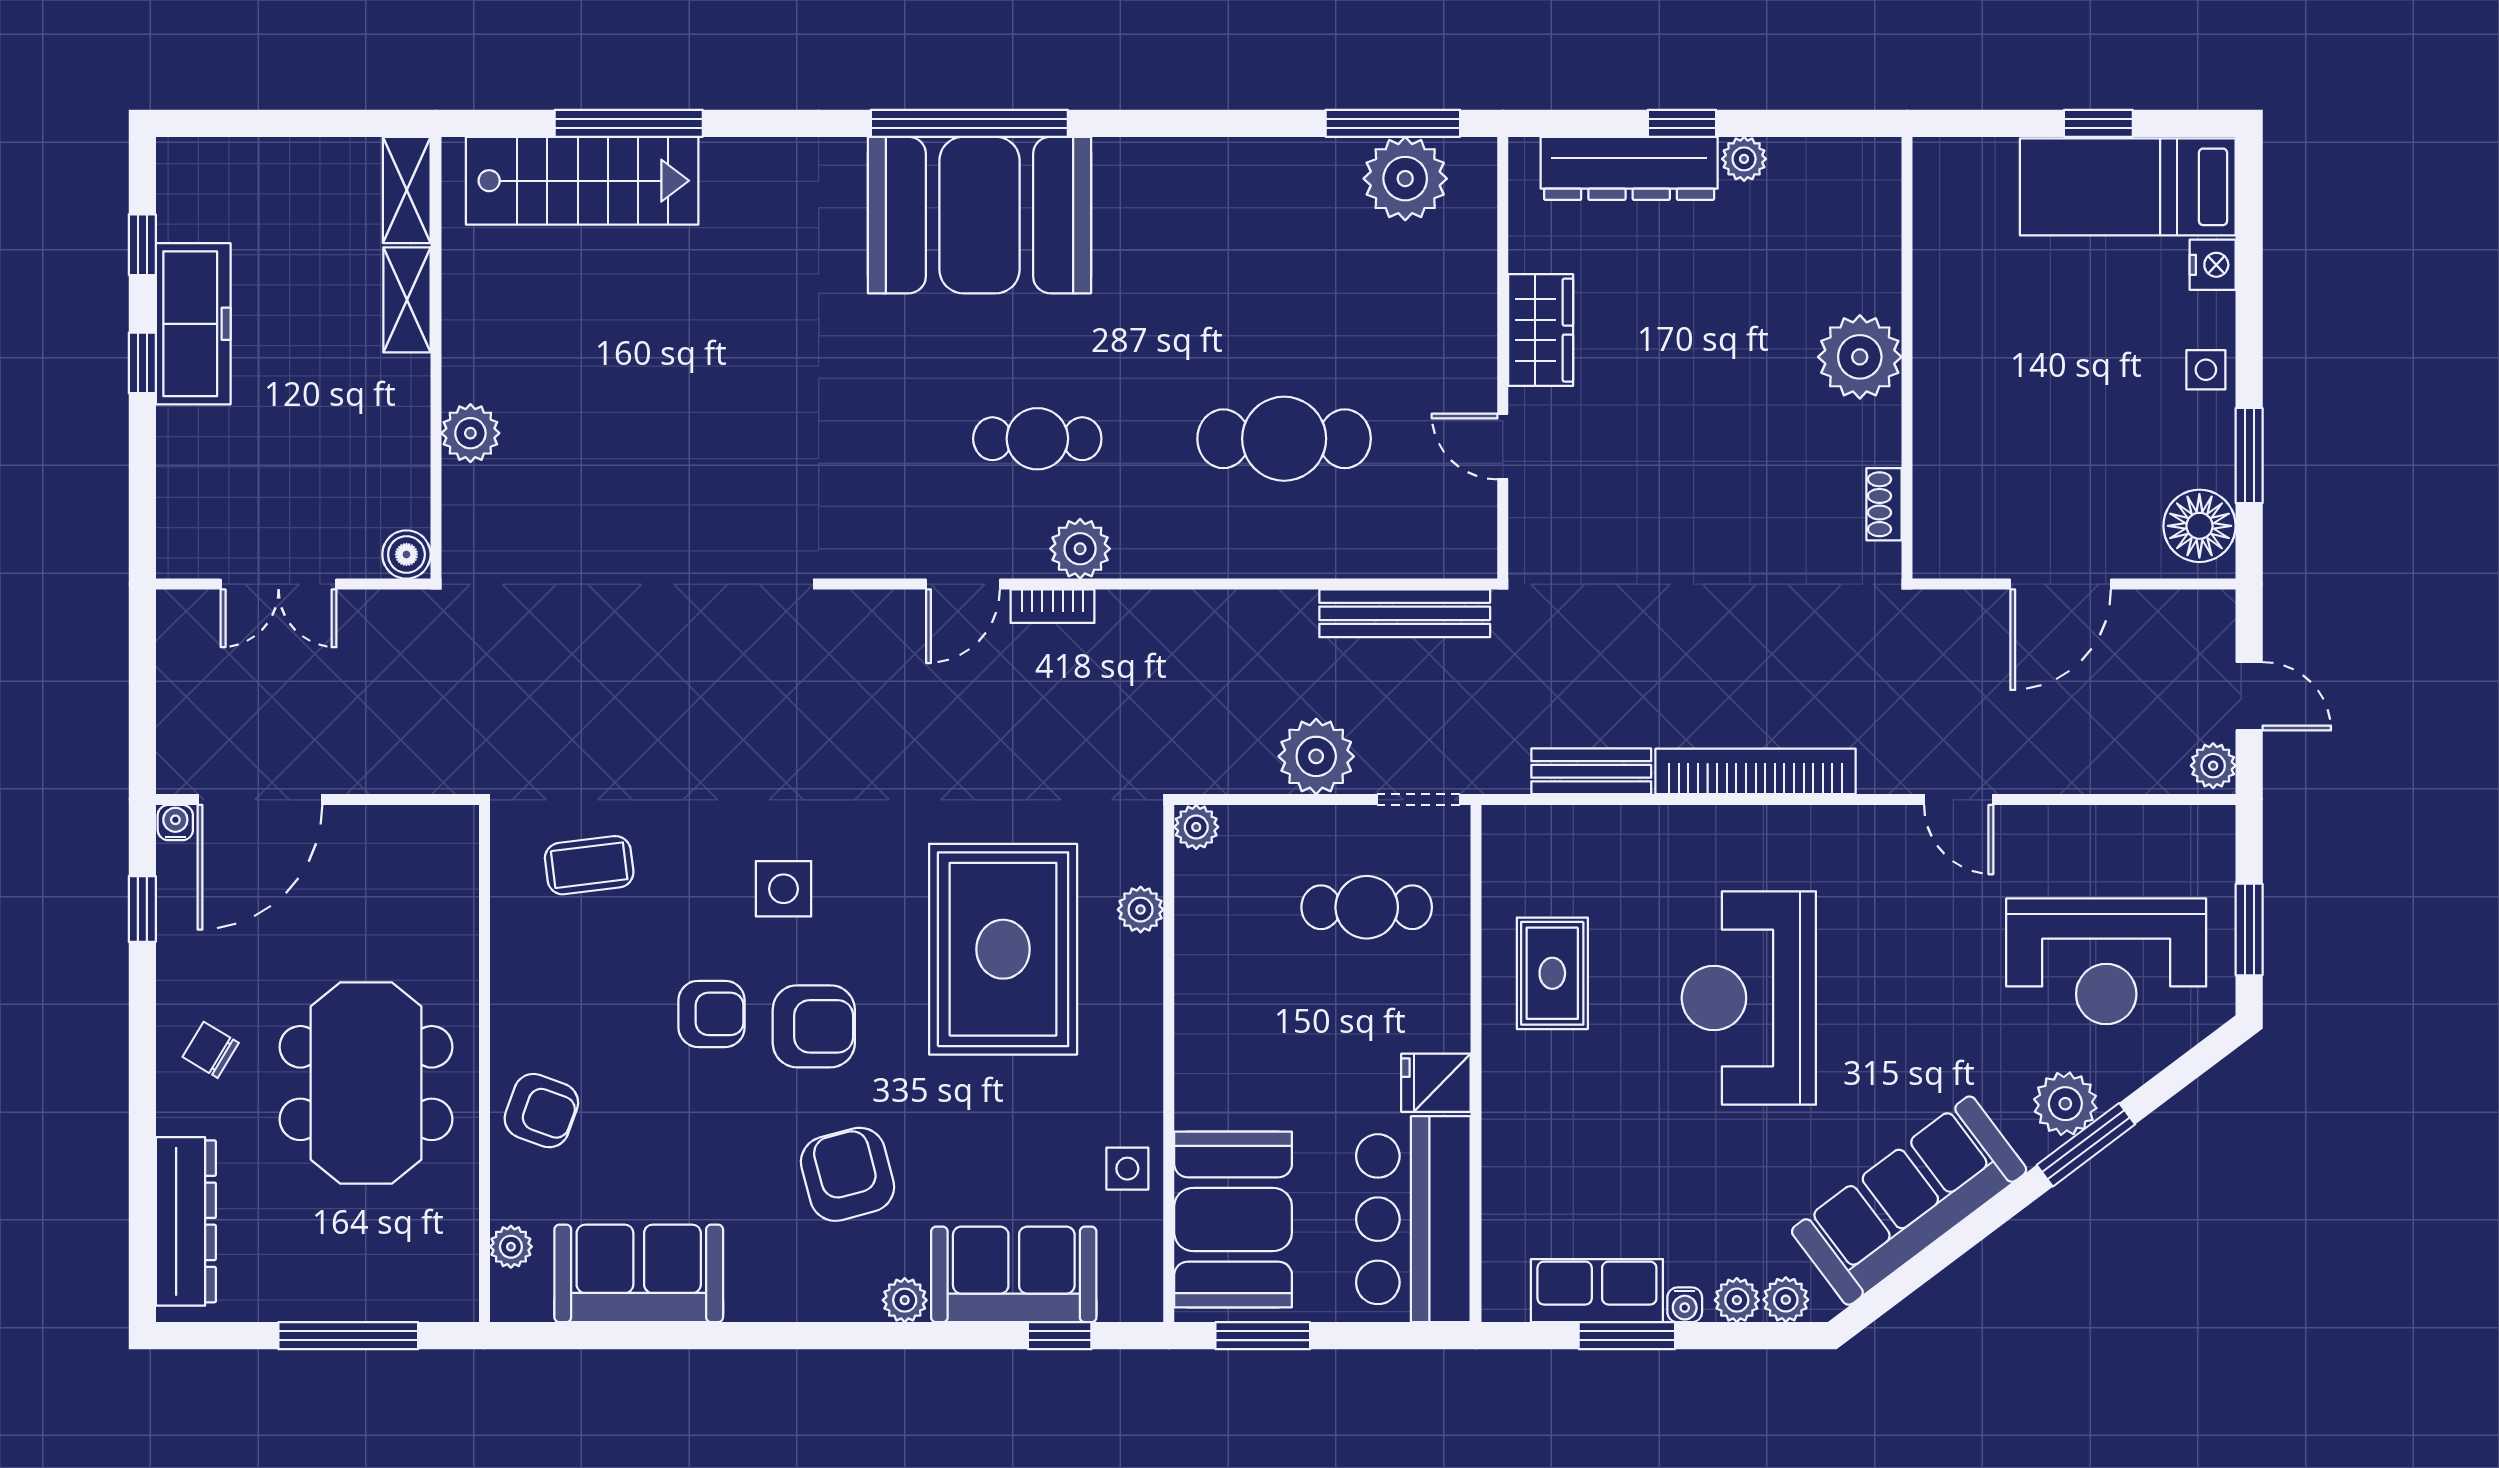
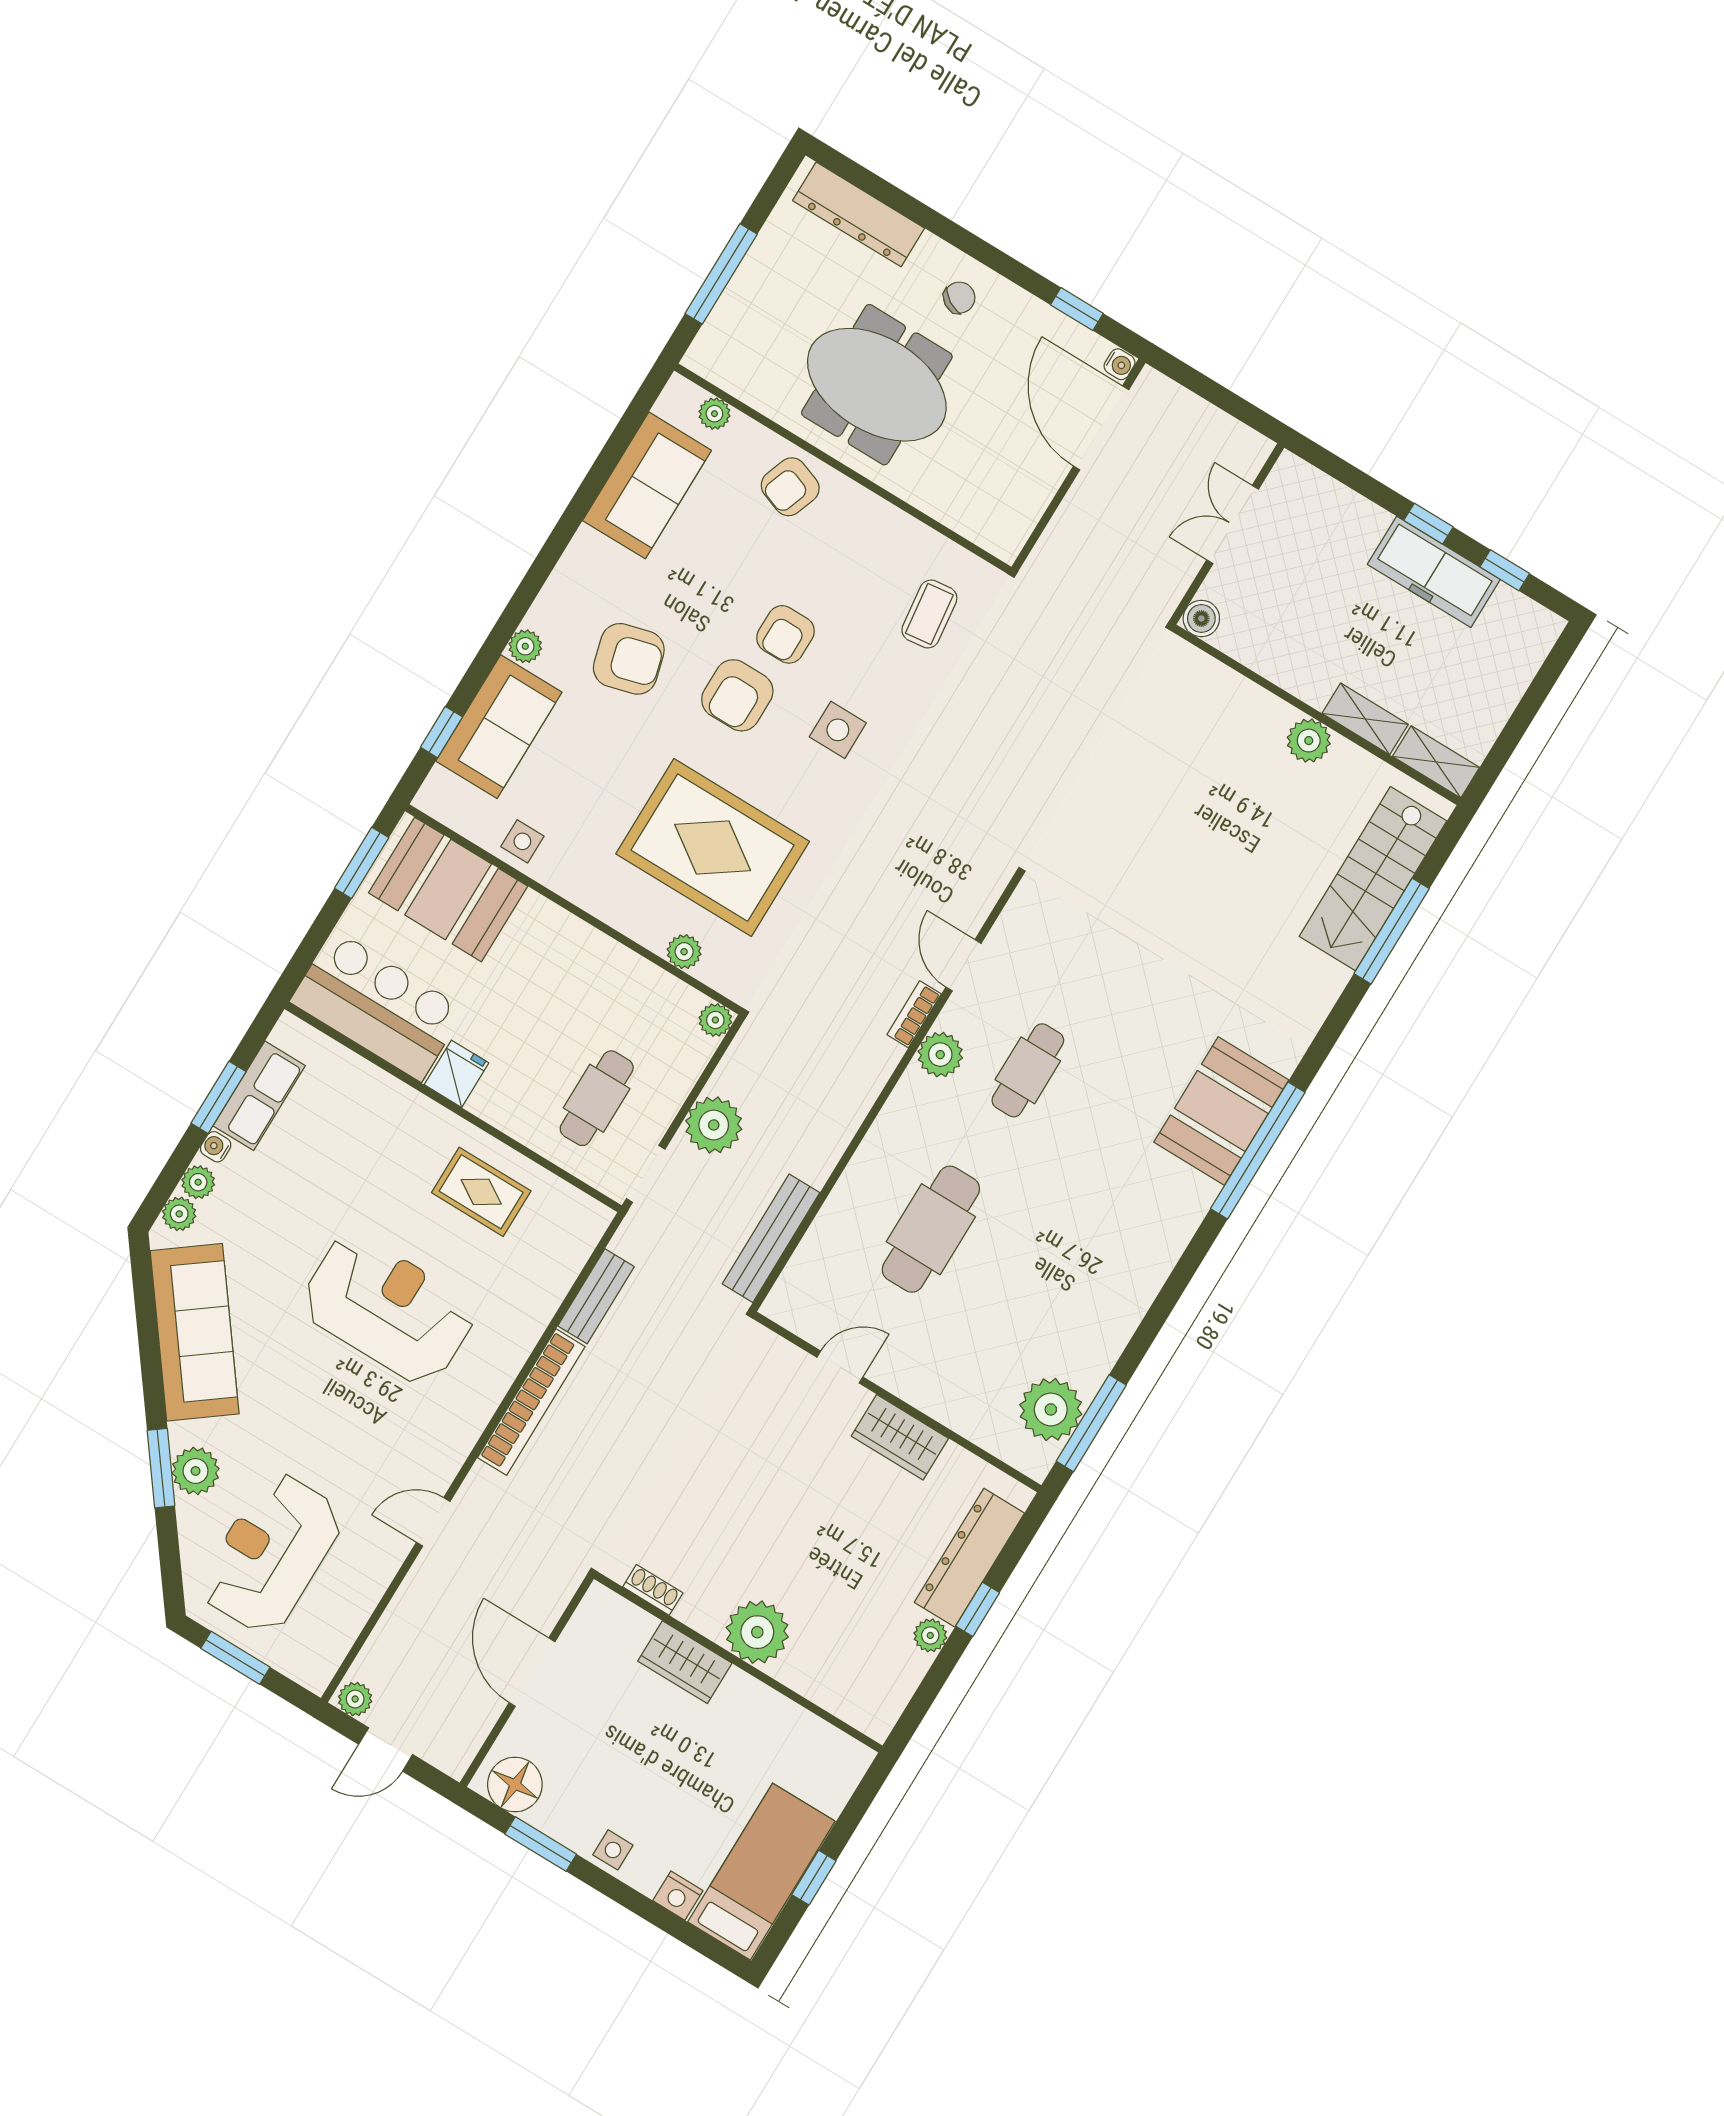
booth: (980, 215) -> (1221, 1111), width x0.73, depth x0.70
wardrobe: (1944, 418) -> (685, 1662), added
plant: (470, 433) -> (1309, 741), moved

